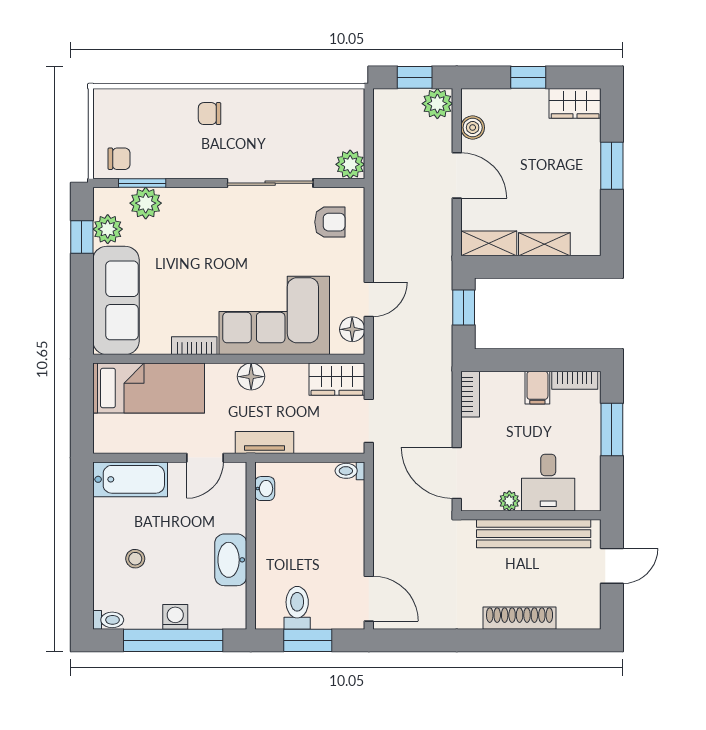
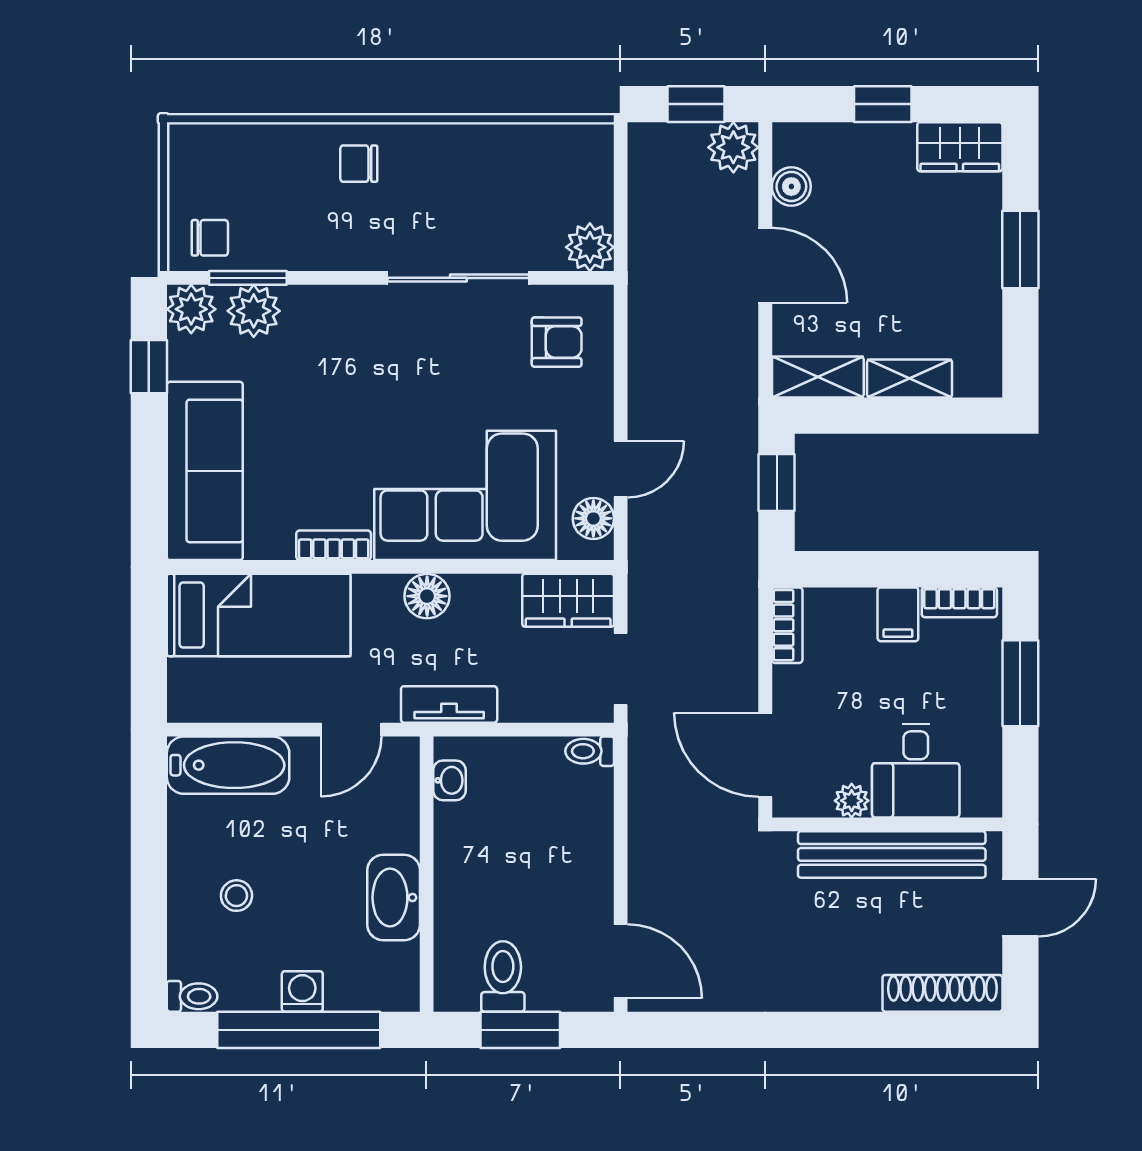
plant: (108, 229) -> (191, 309), moved
shoe rack: (520, 618) -> (942, 993), moved

